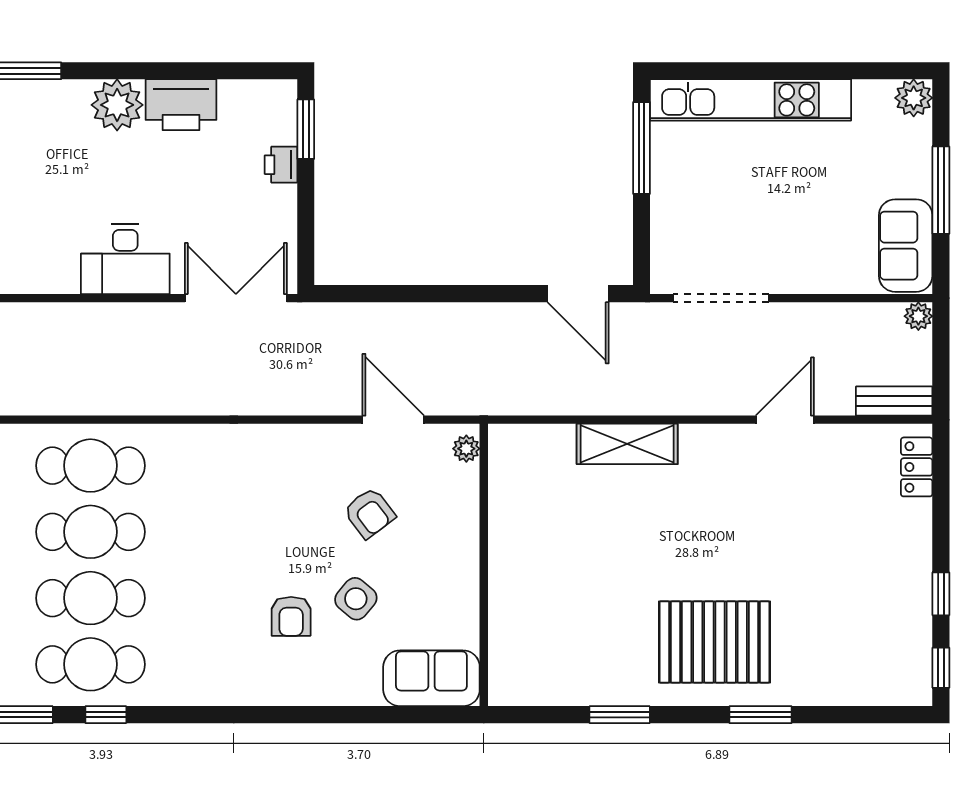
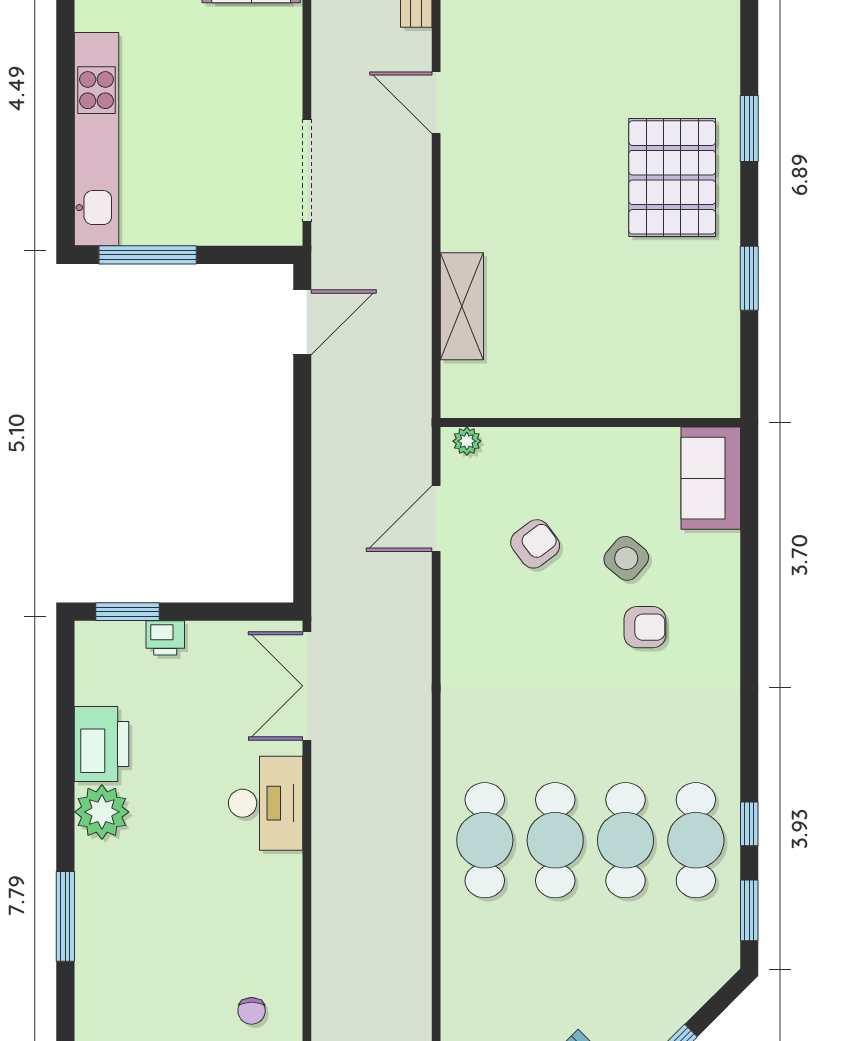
shelving: (627, 444) -> (462, 306), moved

